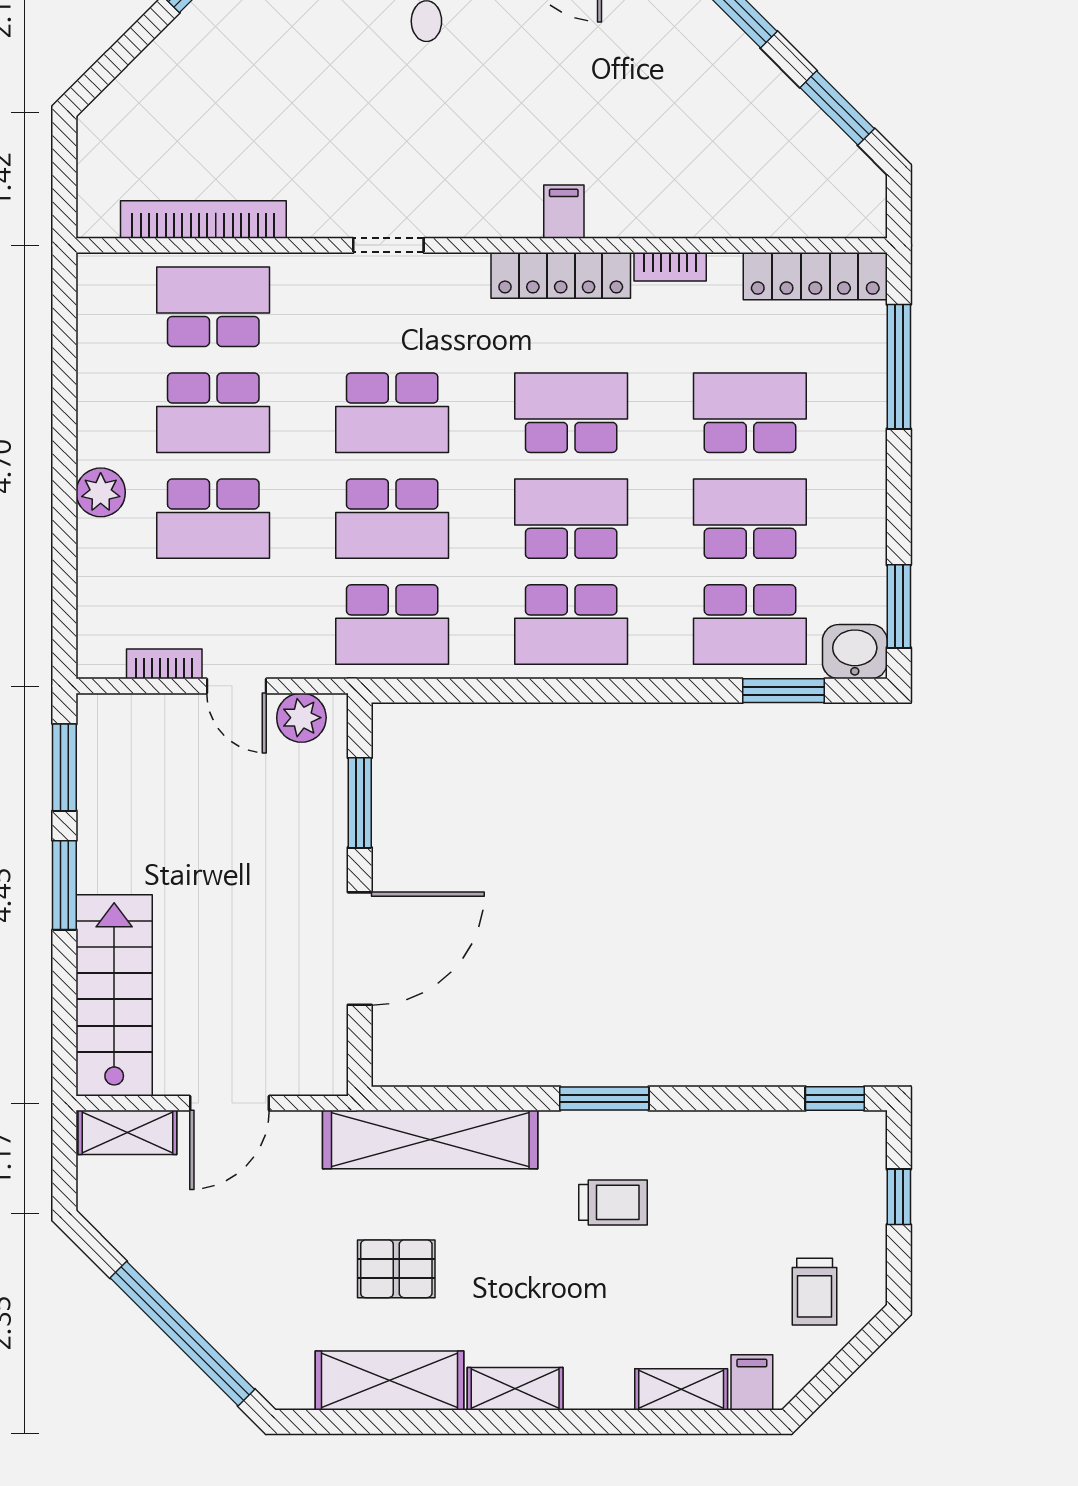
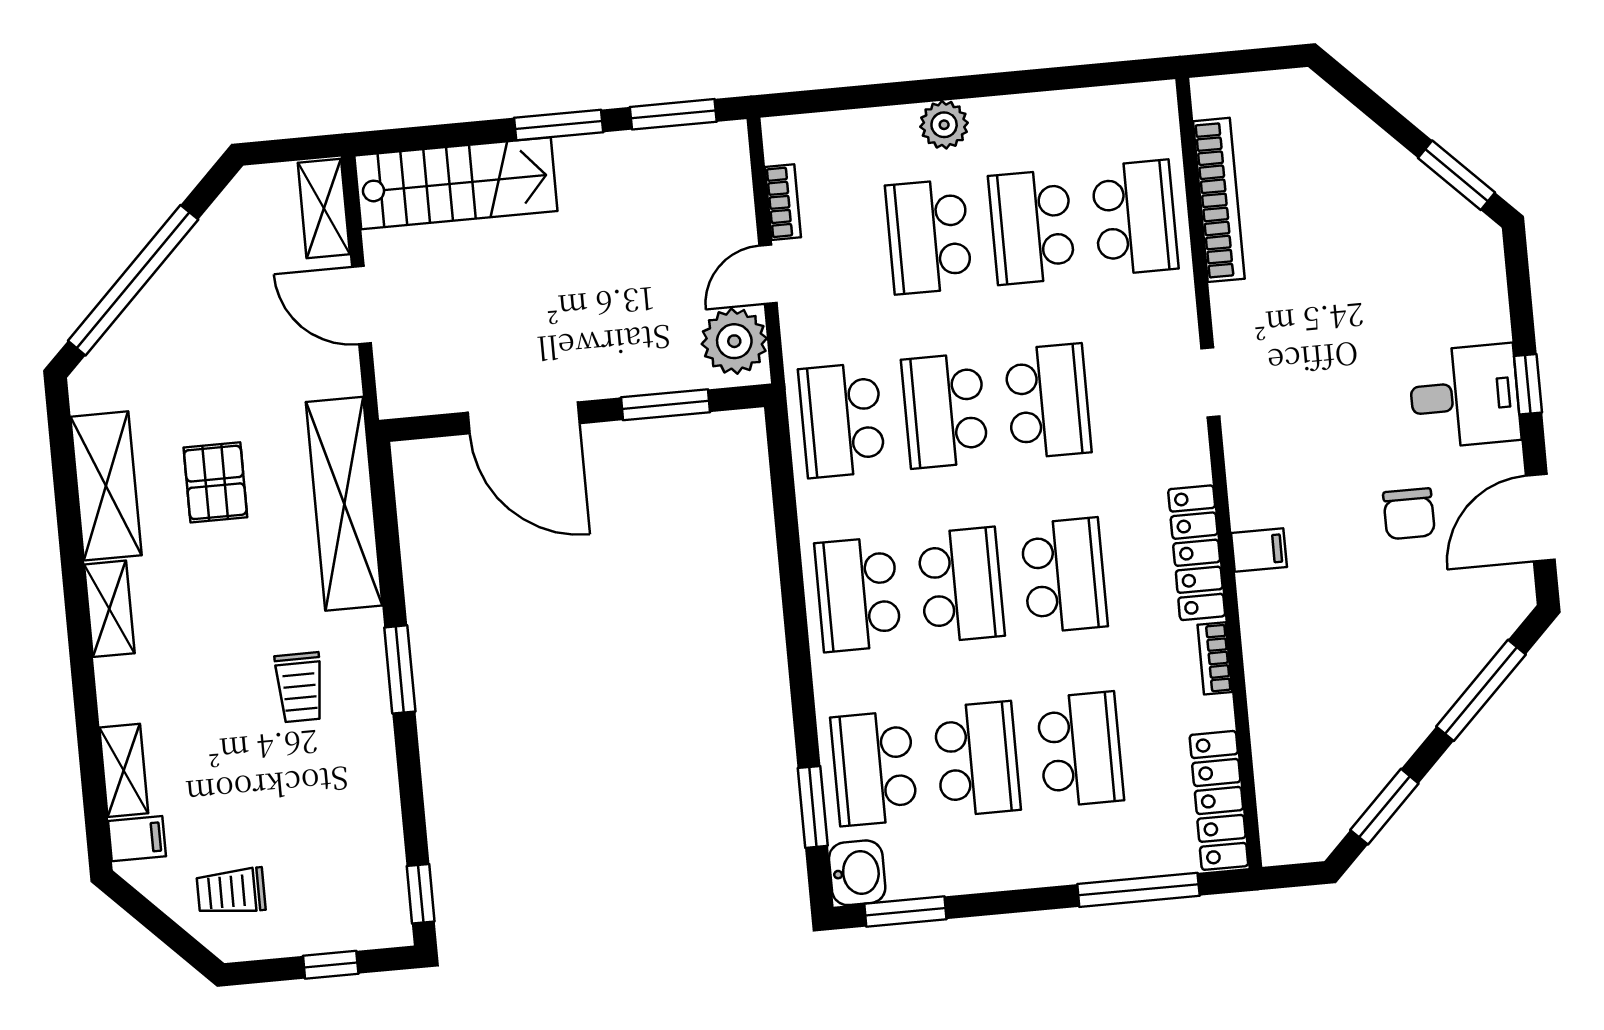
chair: (541, 55) -> (1409, 514), added
school desk: (392, 413) -> (1048, 401), turned 180
plant: (301, 718) -> (734, 341), width x1.36, depth x1.36

